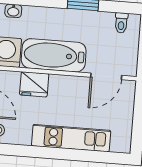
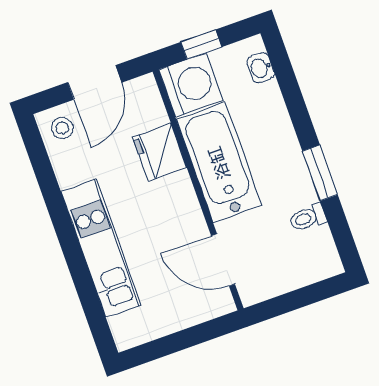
toilet: (121, 23) -> (308, 218), moved

